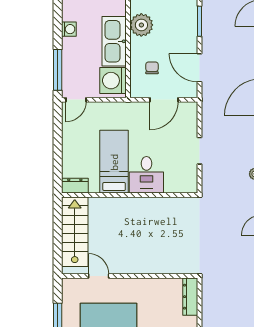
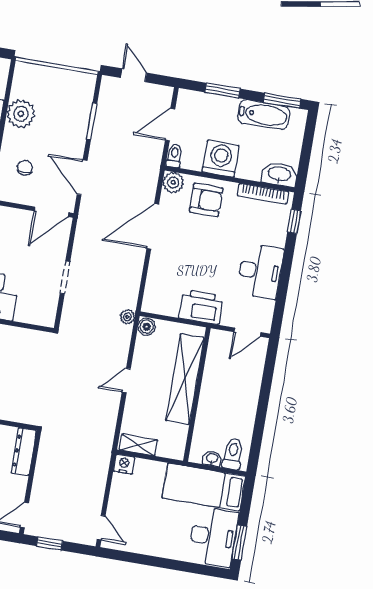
door: (164, 100) -> (51, 212), moved

